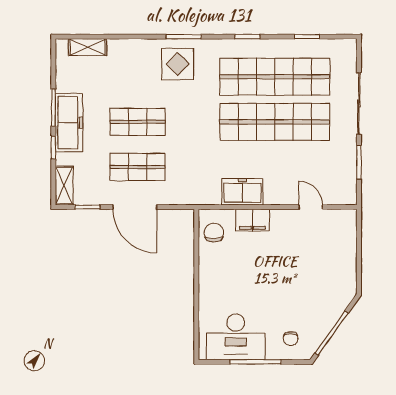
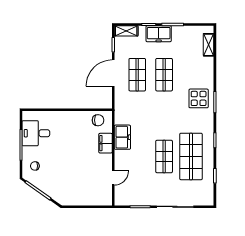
shop shelf: (275, 77) -> (191, 156), width x0.71
shop shelf: (275, 122) -> (164, 156), width x0.50, depth x0.74
freezer: (69, 123) -> (159, 34), width x0.71
desk: (236, 337) -> (36, 133), width x0.73

